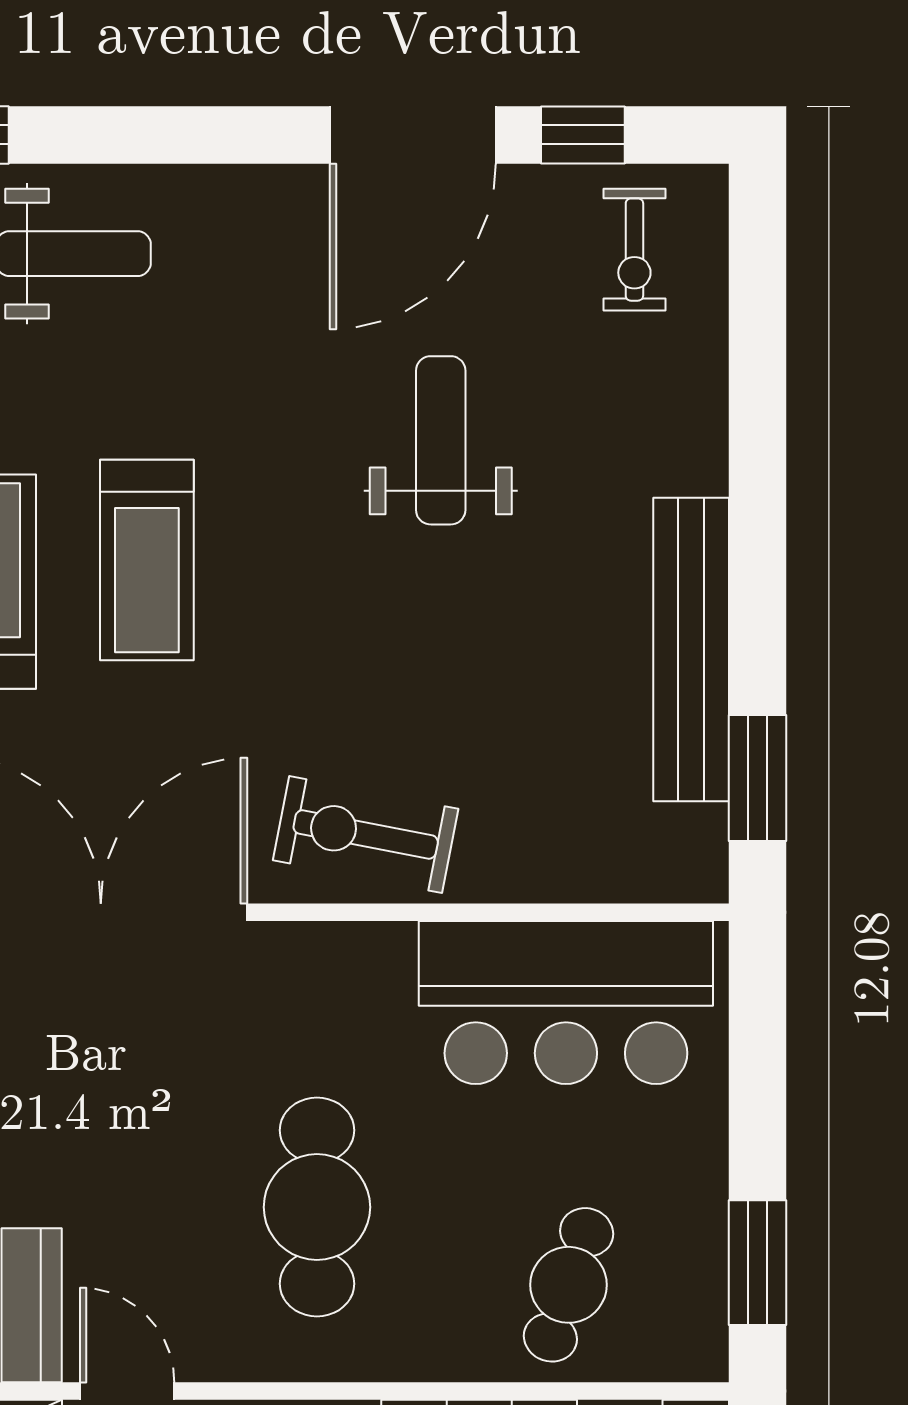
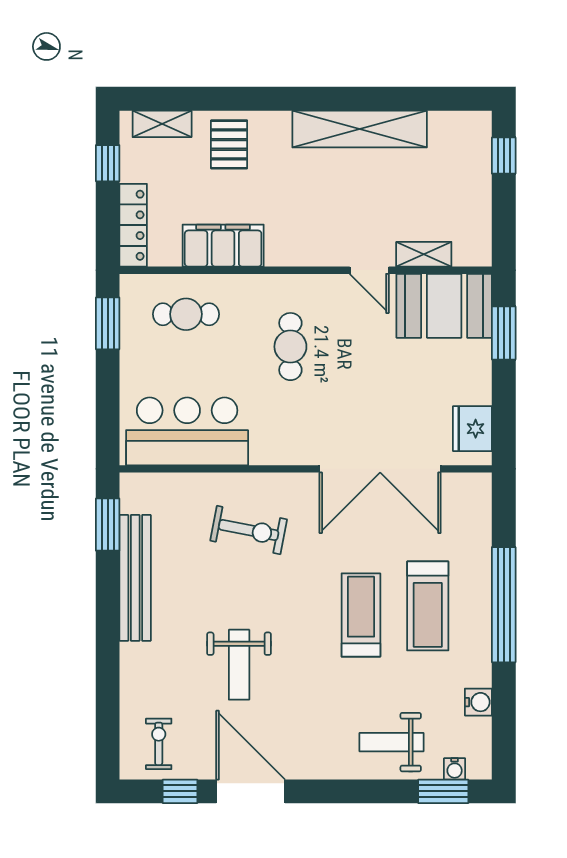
door: (413, 135) -> (251, 791), hinge flipped
exercise bike: (366, 835) -> (249, 530), moved
cafe table: (317, 1207) -> (290, 347), width x0.73, depth x0.74
cafe table: (569, 1285) -> (186, 314), turned 71

